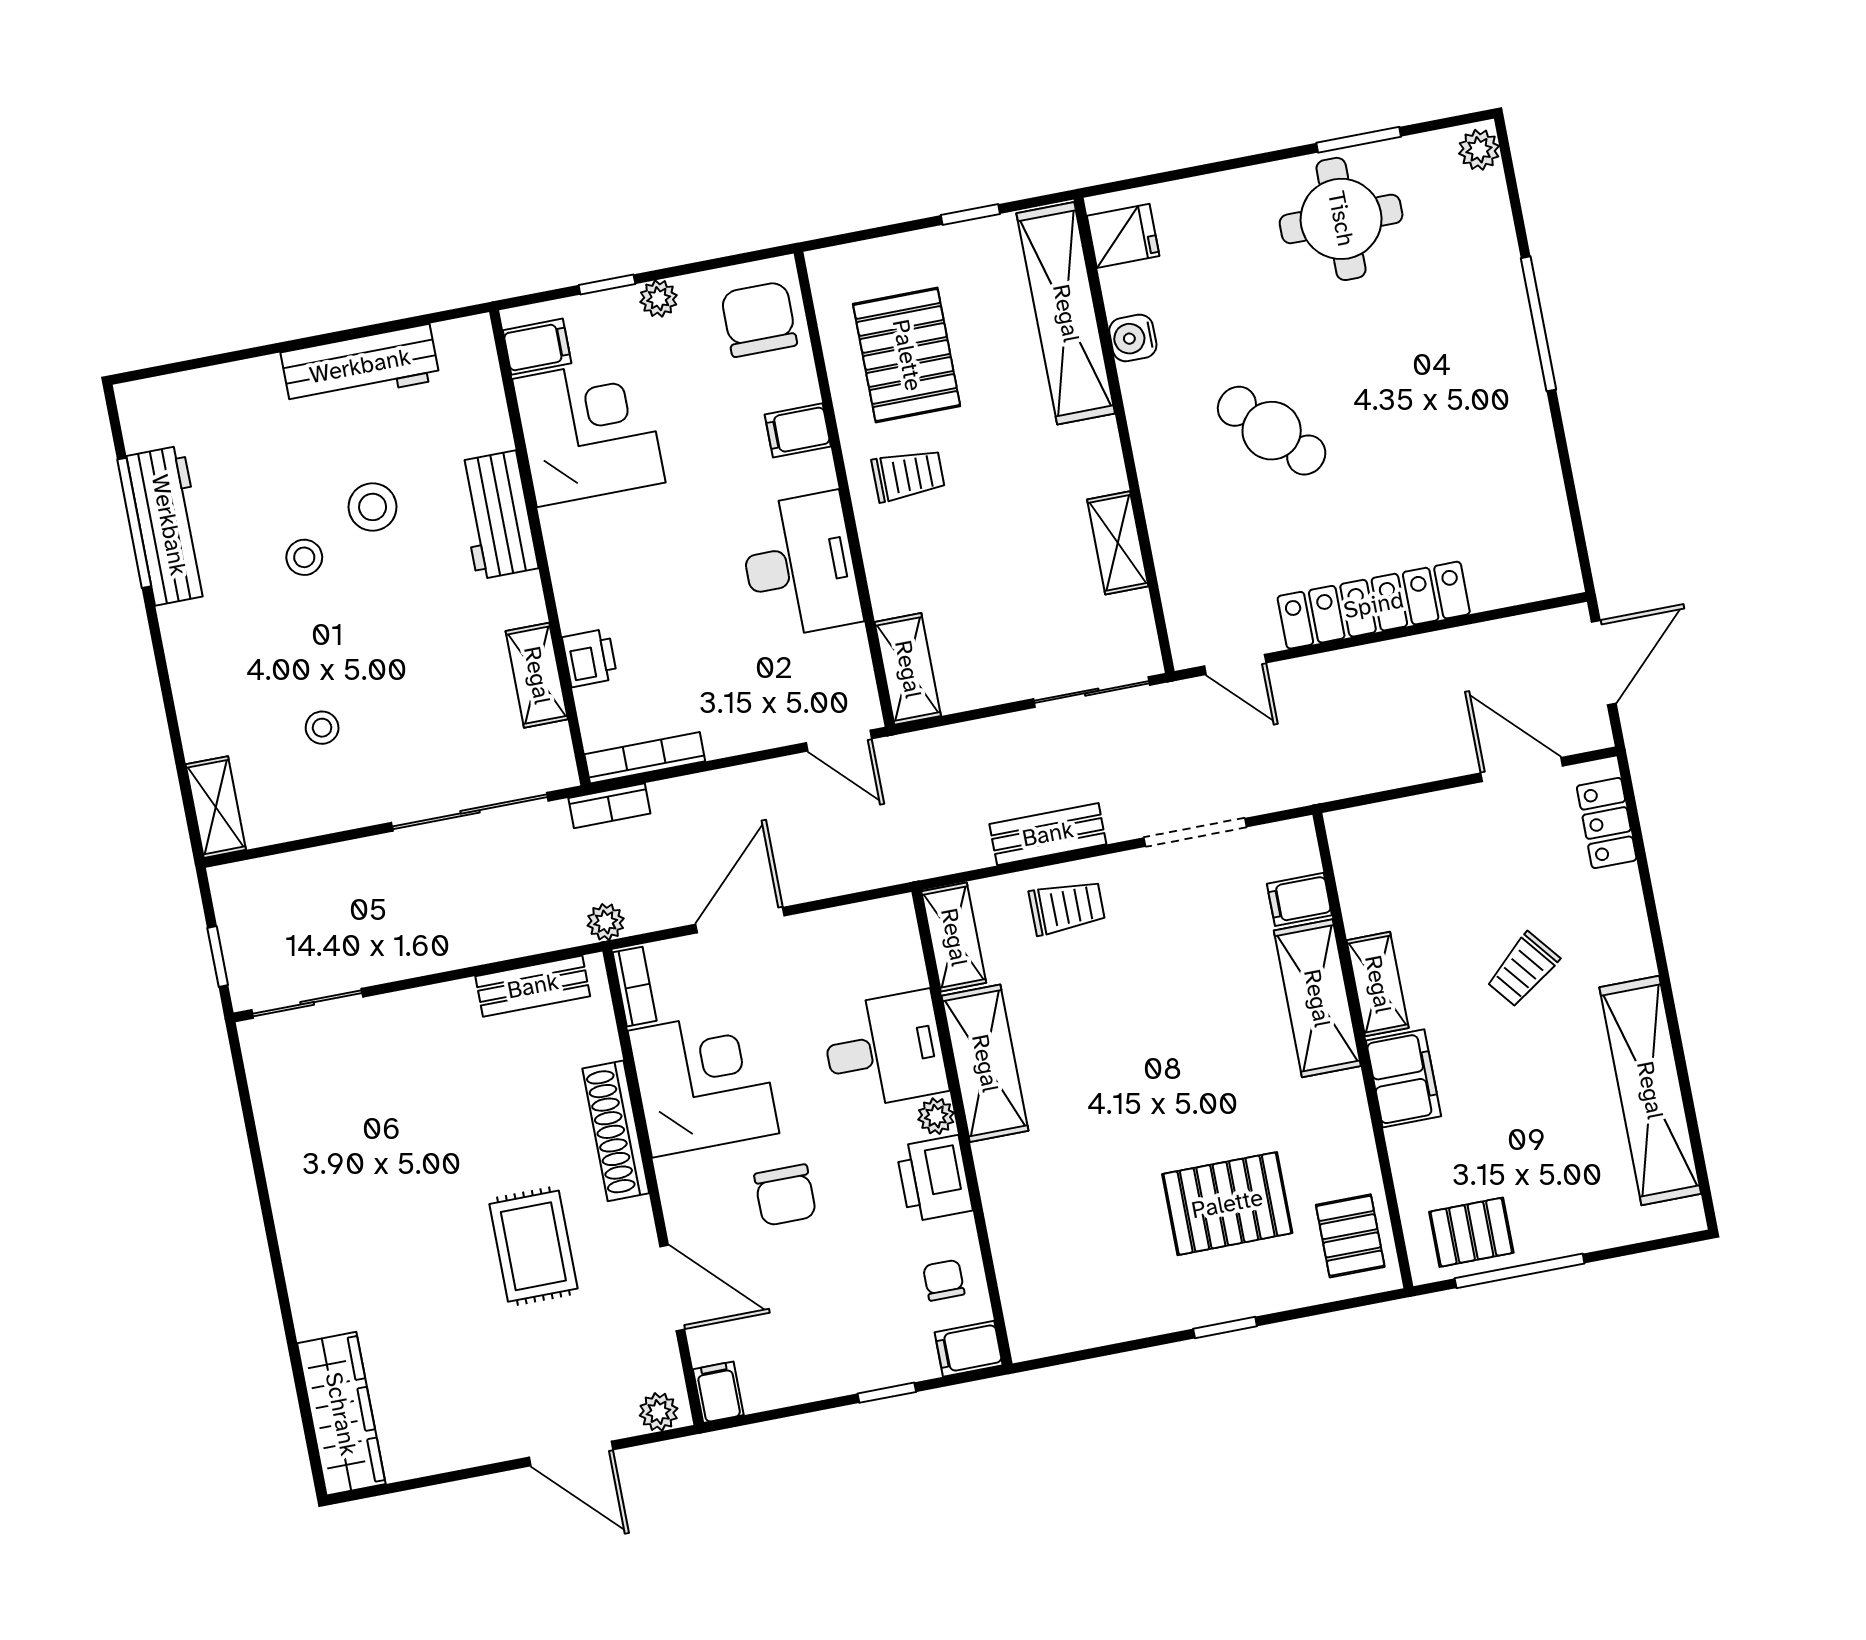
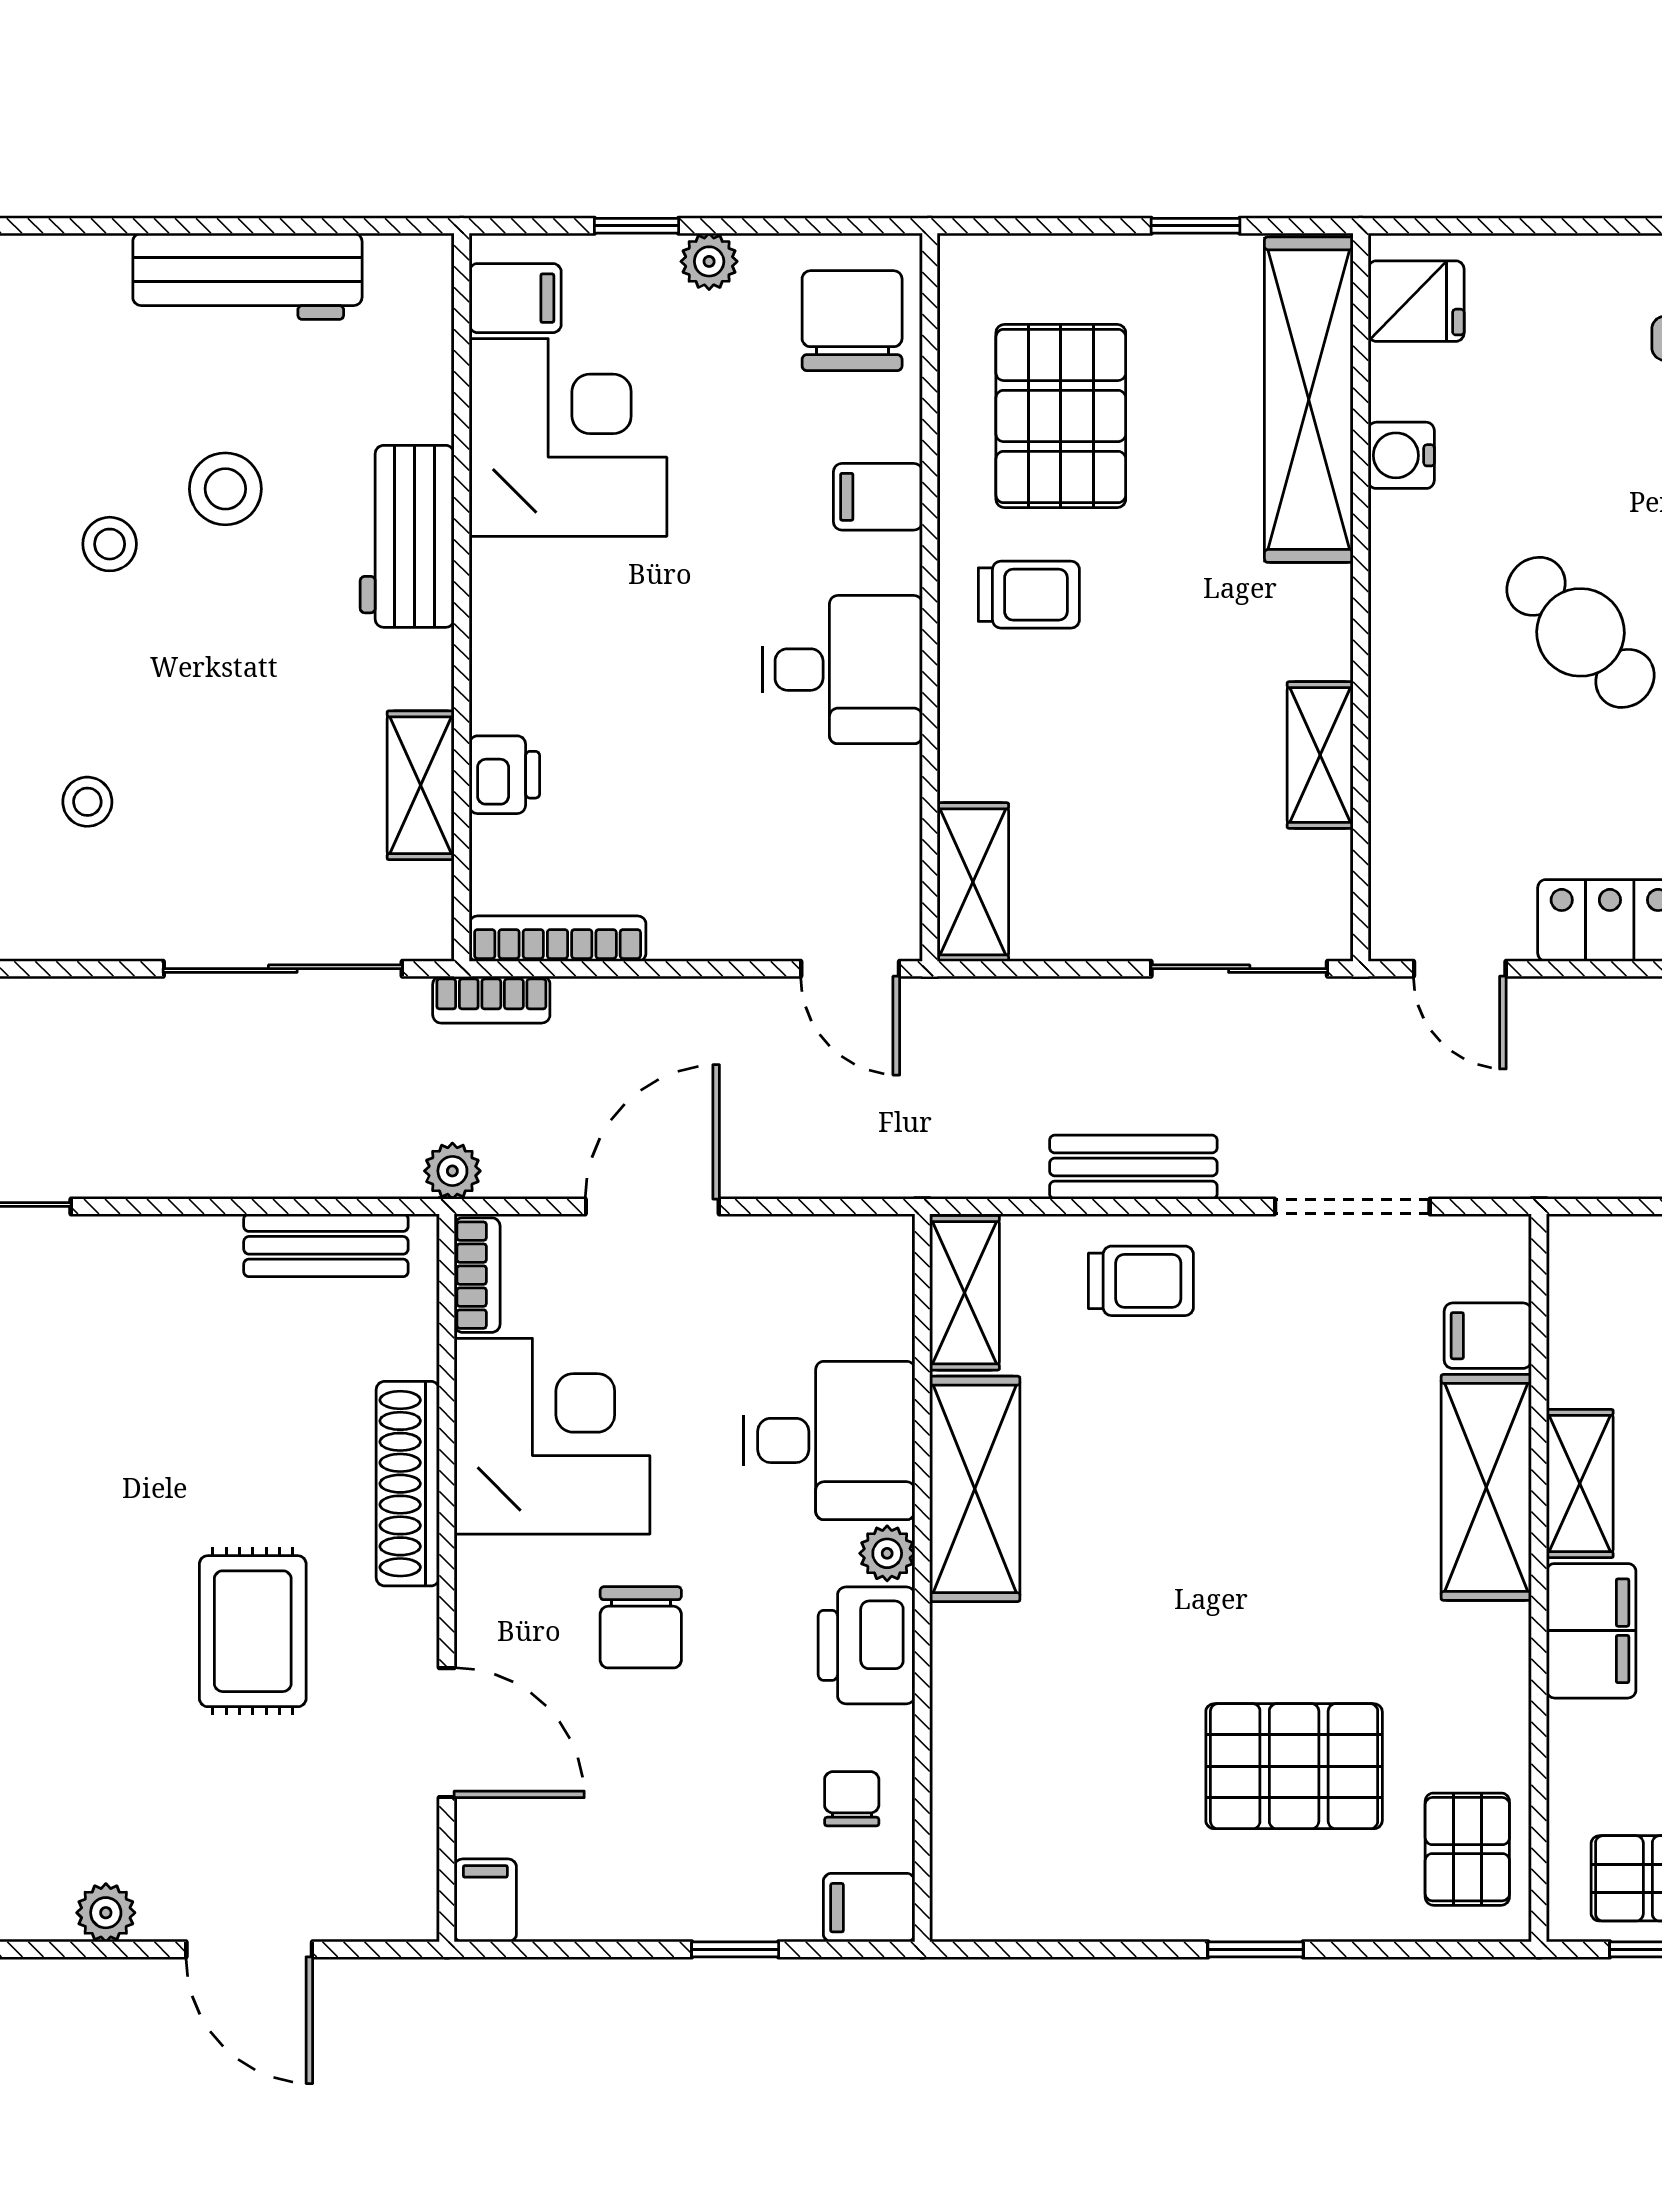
desk: (800, 565) -> (842, 670), width x0.73
plant: (659, 1412) -> (106, 1913), moved

